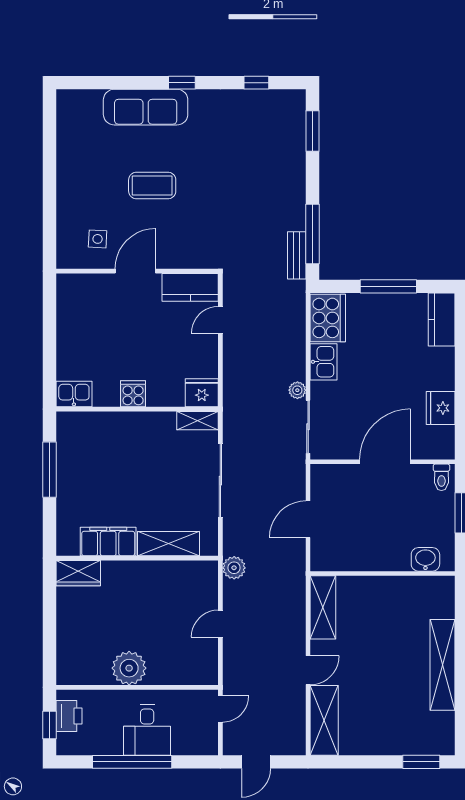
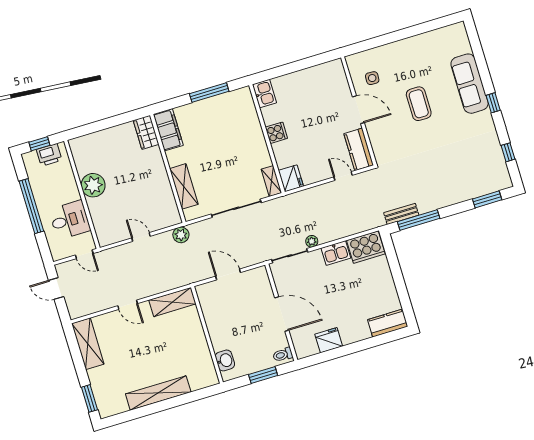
window: (388, 286) -> (399, 281), removed
filing cabinet: (108, 542) -> (168, 130), moved
shelving: (324, 720) -> (88, 344), moved, turned 90
desk: (147, 730) -> (70, 220), moved, turned 180

